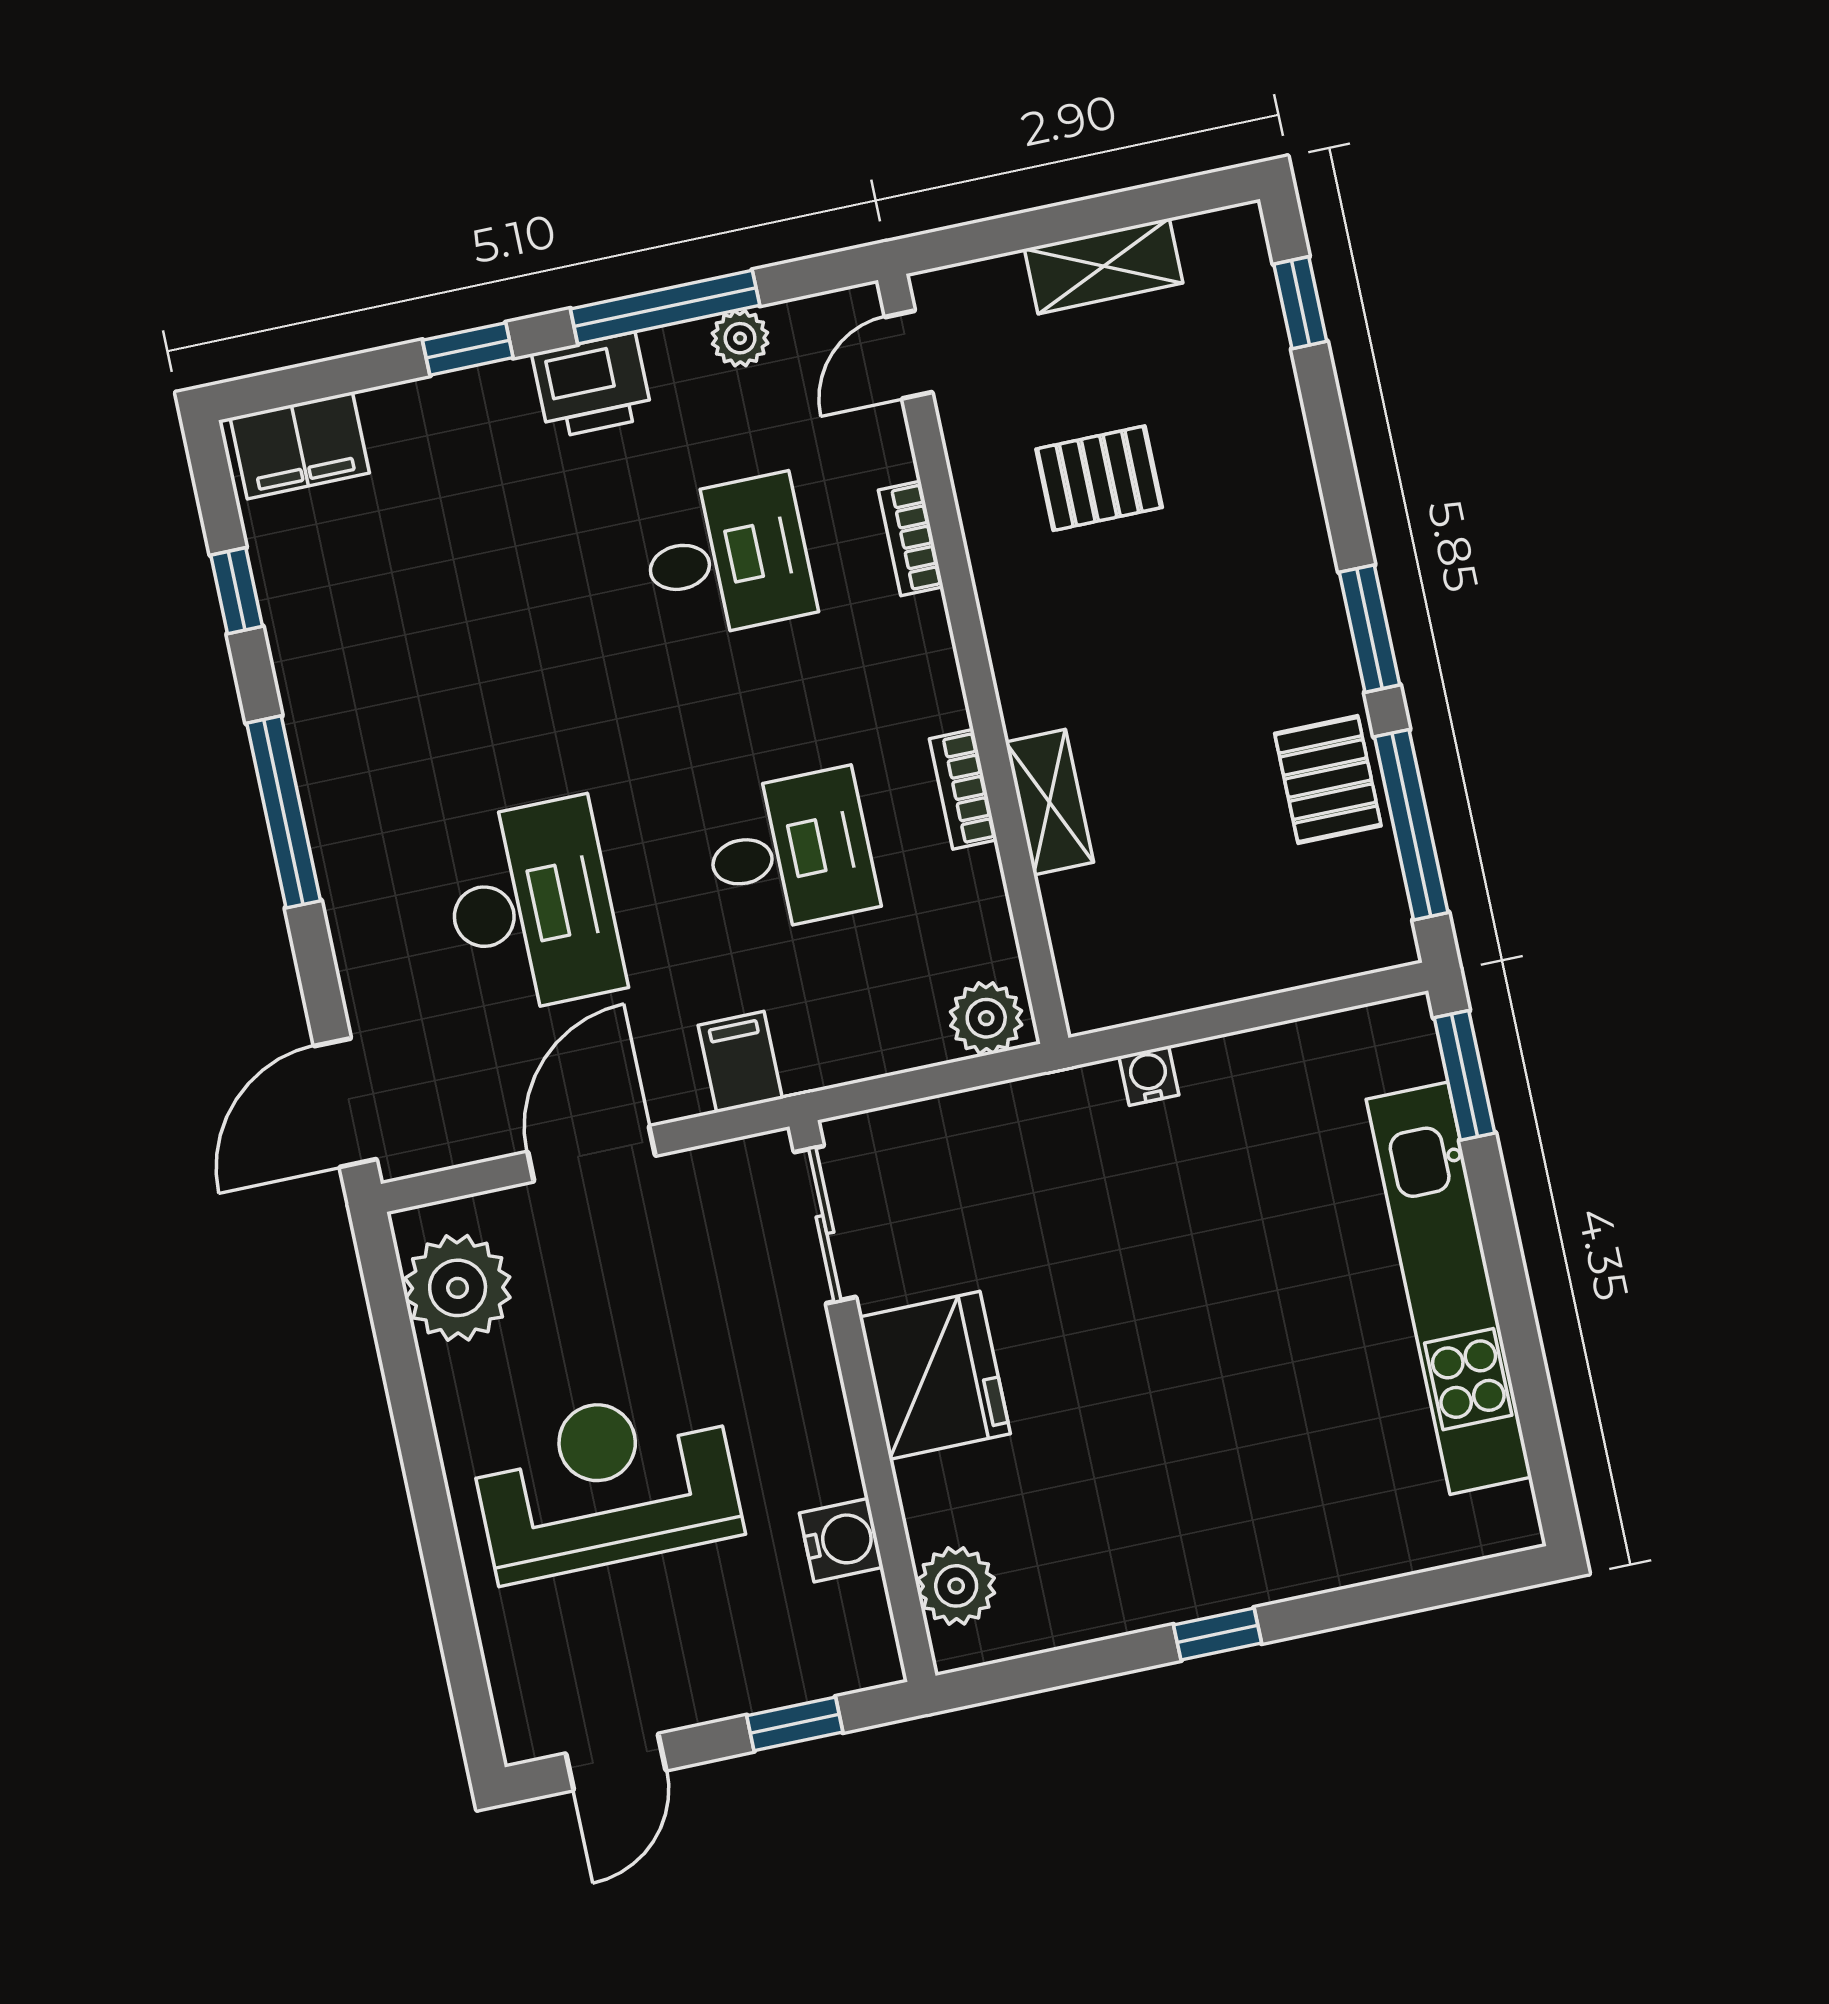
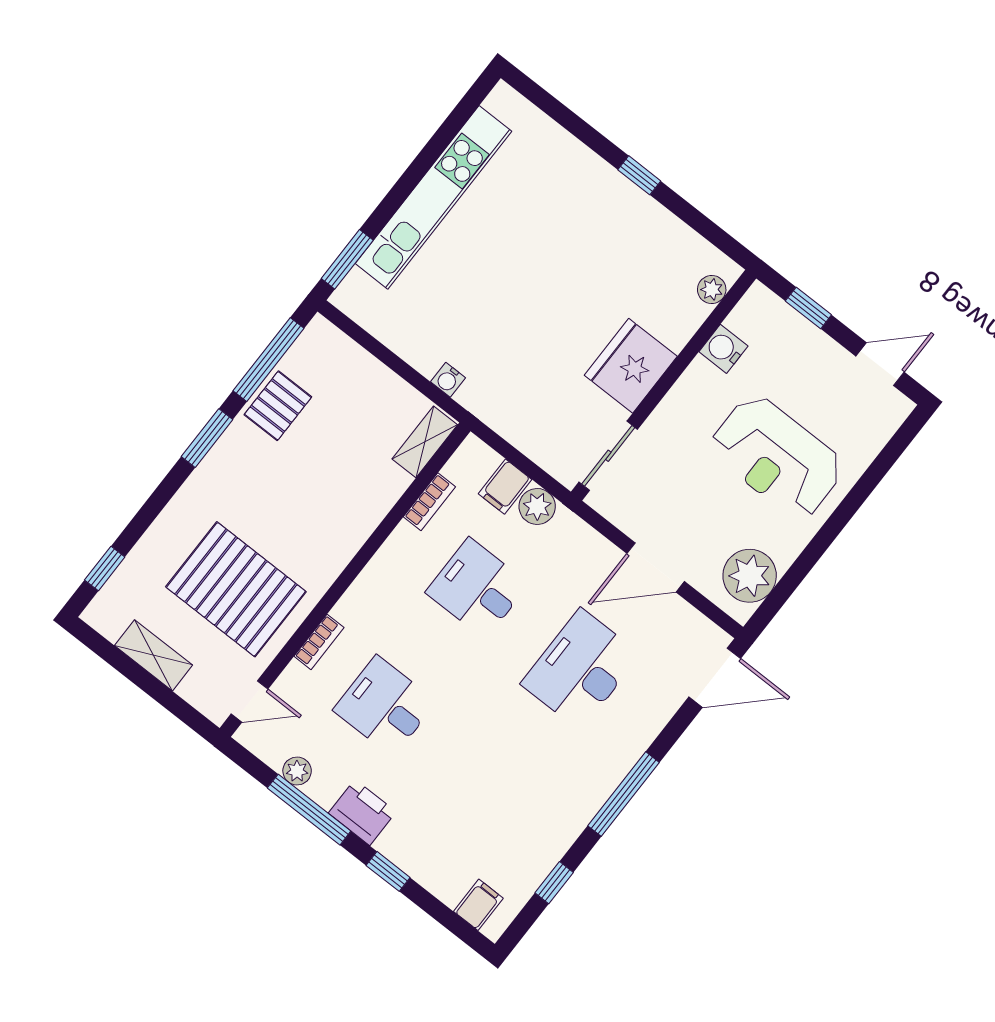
filing cabinet: (300, 445) -> (478, 905), width x0.50
pallet: (1099, 478) -> (236, 589), width x2.05, depth x2.00
bookcase: (963, 789) -> (429, 502), moved
shelving: (1050, 802) -> (425, 442), moved
plant: (986, 1018) -> (537, 506), moved
filing cabinet: (740, 1062) -> (505, 487), moved
plant: (956, 1586) -> (712, 289), width x0.73, depth x0.73

